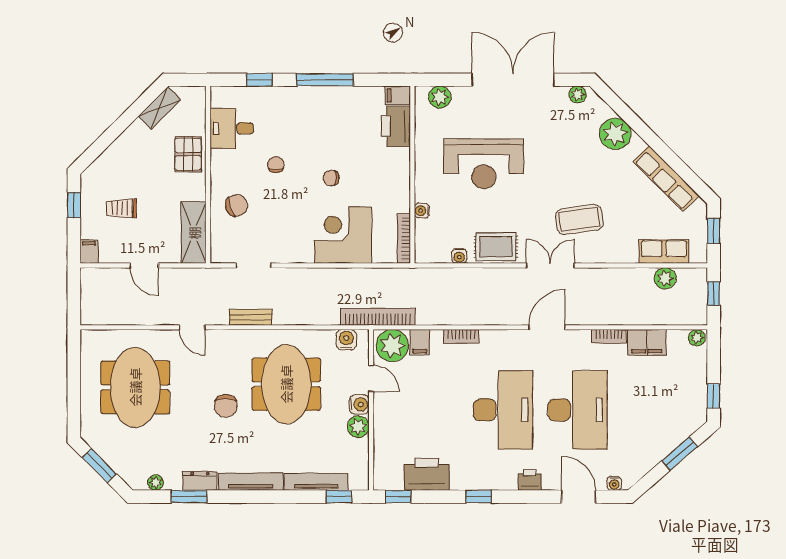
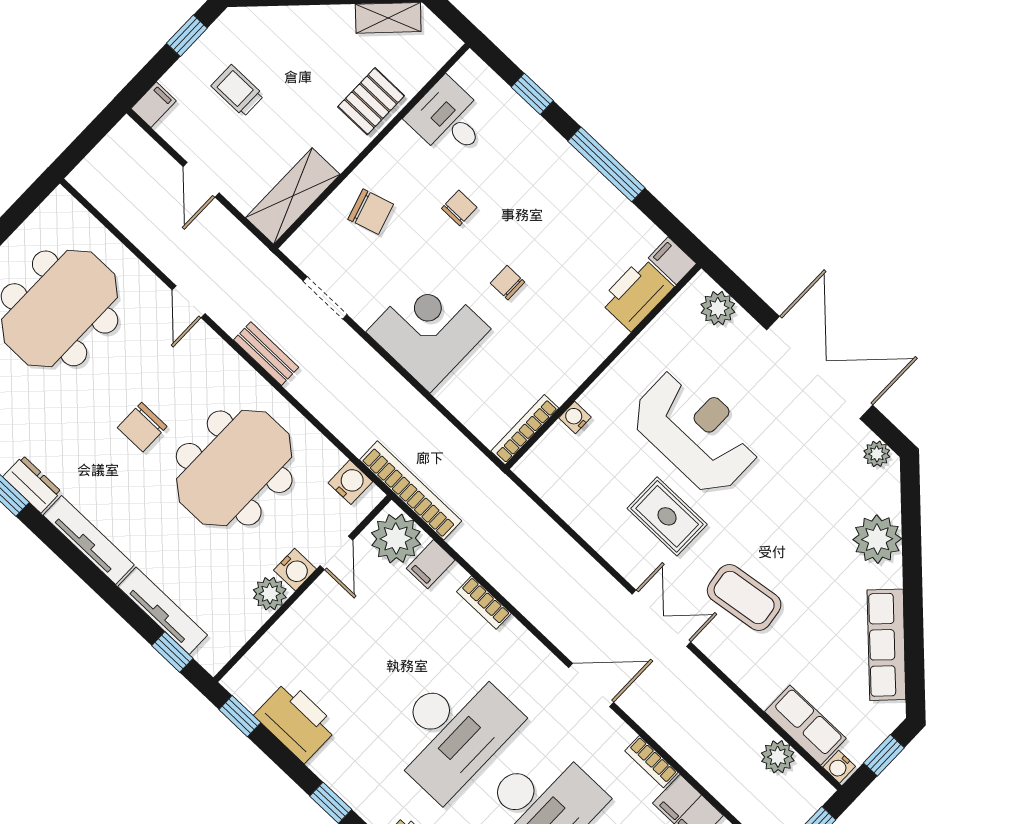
reception desk: (484, 164) -> (696, 431), turned 180
corner desk: (343, 235) -> (428, 330), moved
rug: (496, 247) -> (667, 516), moved
water cooler: (459, 256) -> (839, 767), moved

